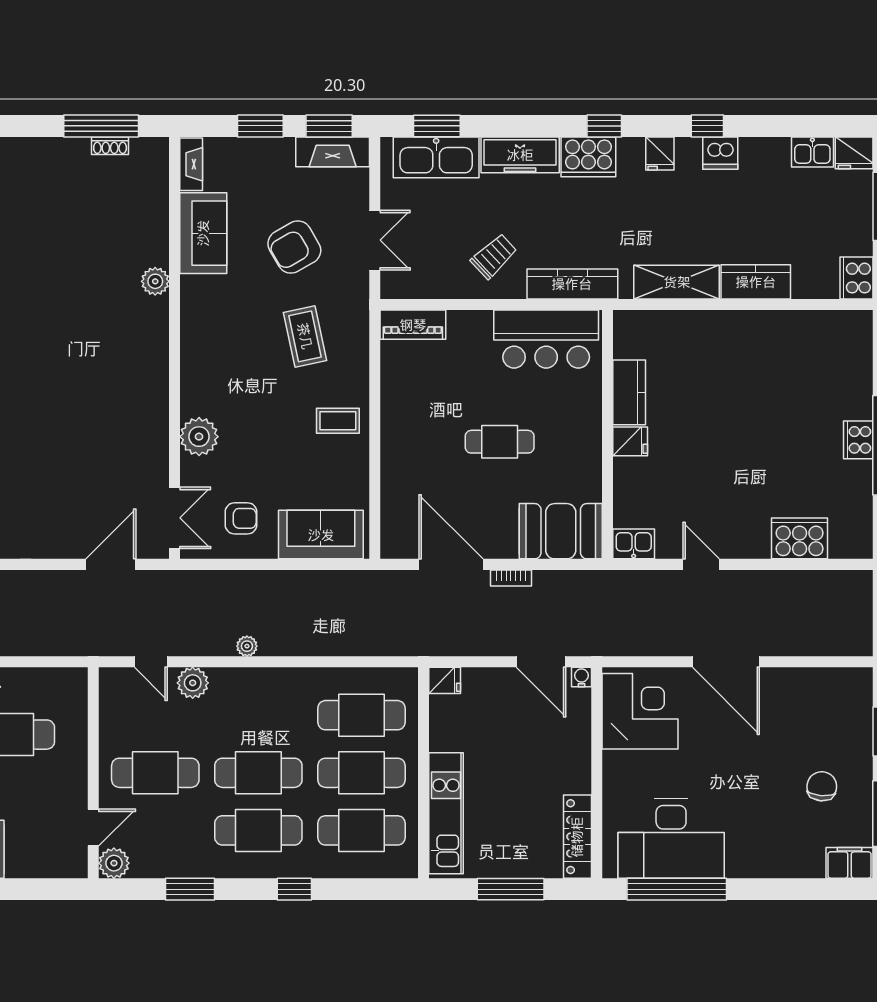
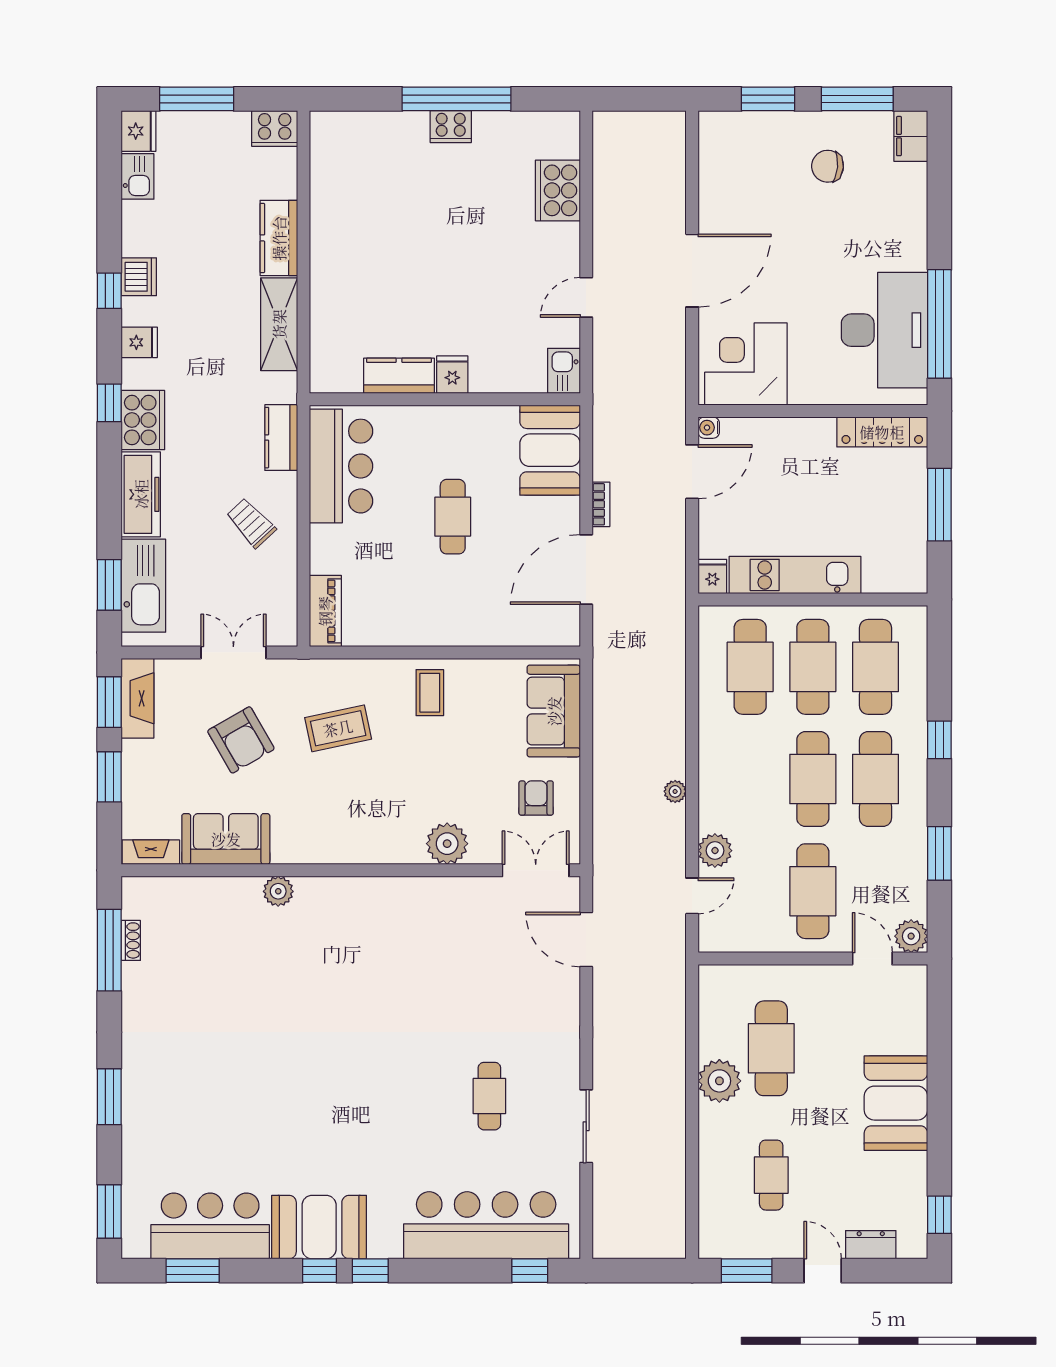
kitchen counter: (572, 284) -> (281, 438), width x0.67
kitchen unit: (446, 813) -> (795, 575), moved

